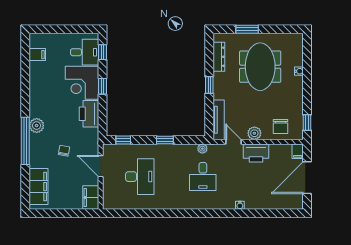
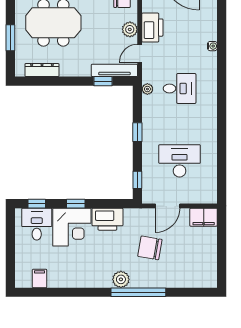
window: (209, 85) -> (103, 81), moved
chair: (64, 151) -> (150, 248), width x1.87, depth x1.87
filing cabinet: (39, 187) -> (191, 277), removed

